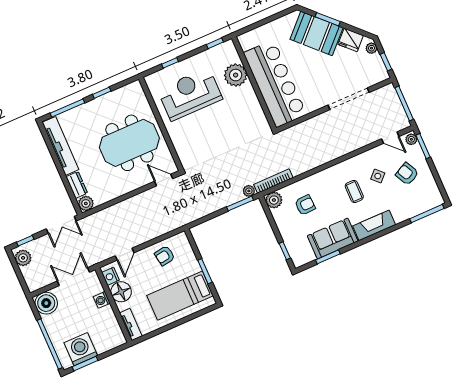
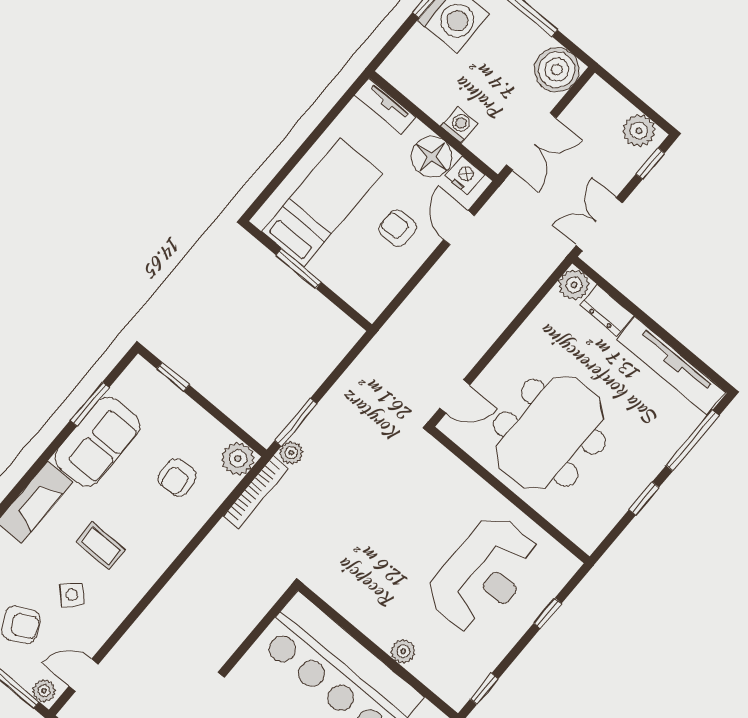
plant: (236, 75) -> (403, 651), width x0.53, depth x0.53
armchair: (165, 256) -> (398, 228), moved, turned -81

